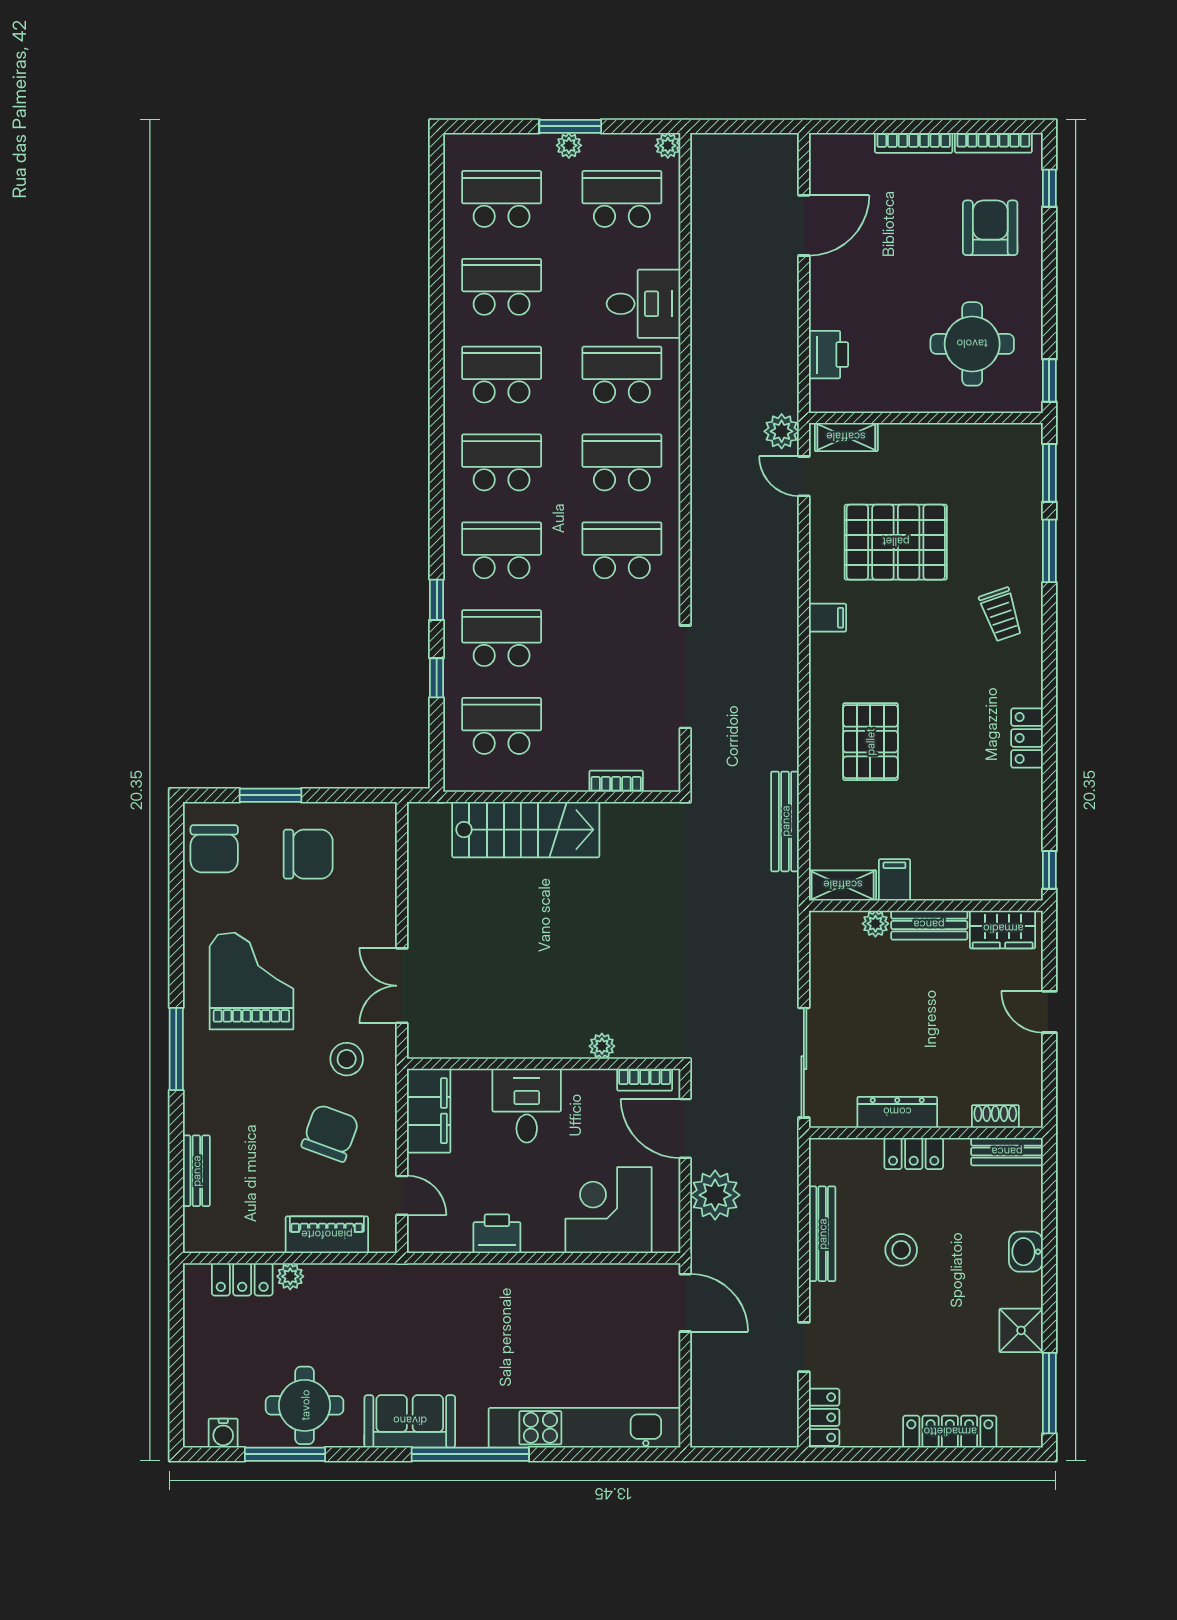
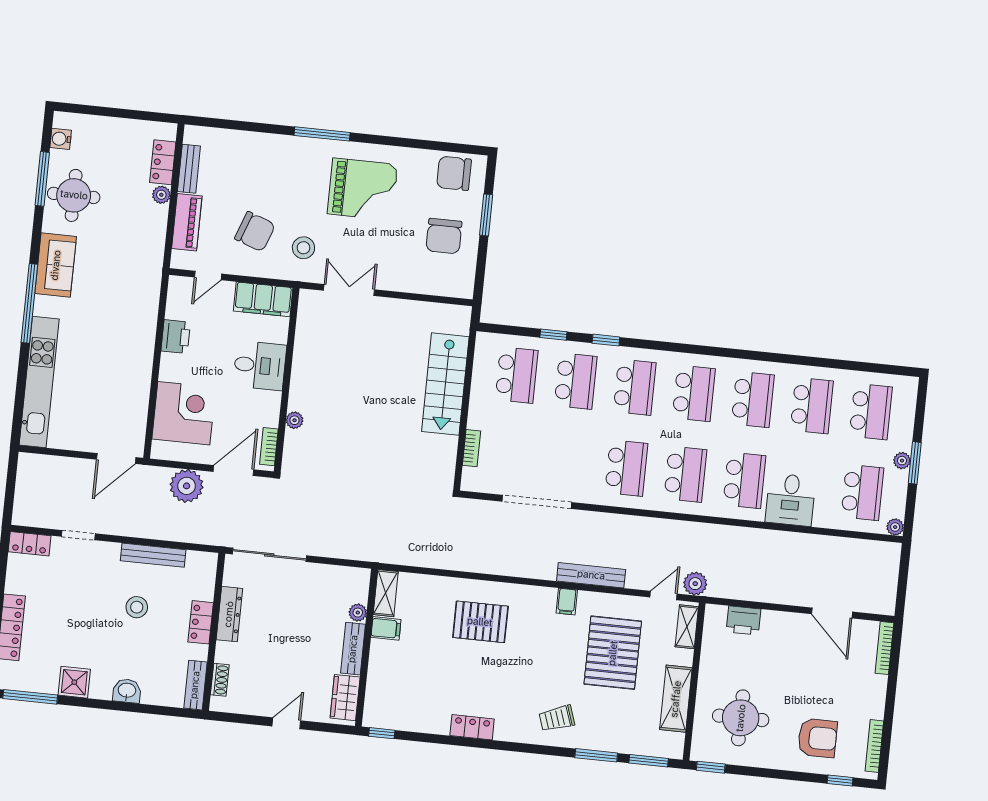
bookcase: (914, 143) -> (884, 648), moved
shelving: (954, 442) -> (676, 699), added
bench: (785, 821) -> (591, 575), moved
bench: (196, 1171) -> (189, 169), moved, turned 90

